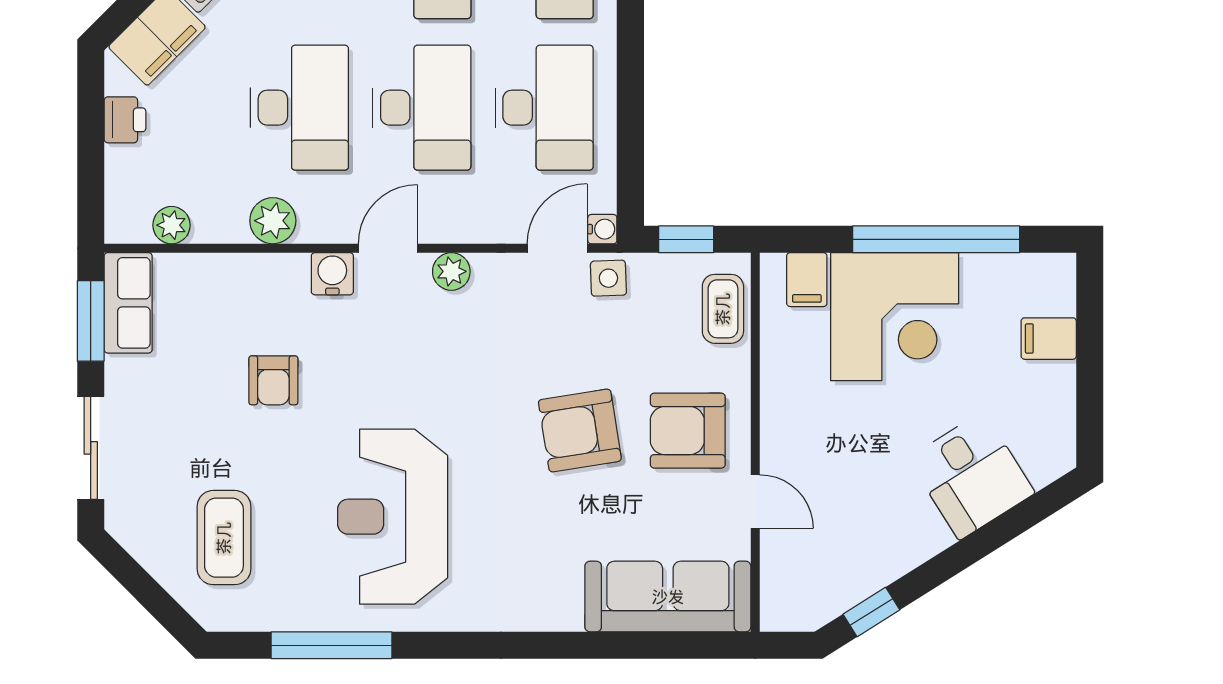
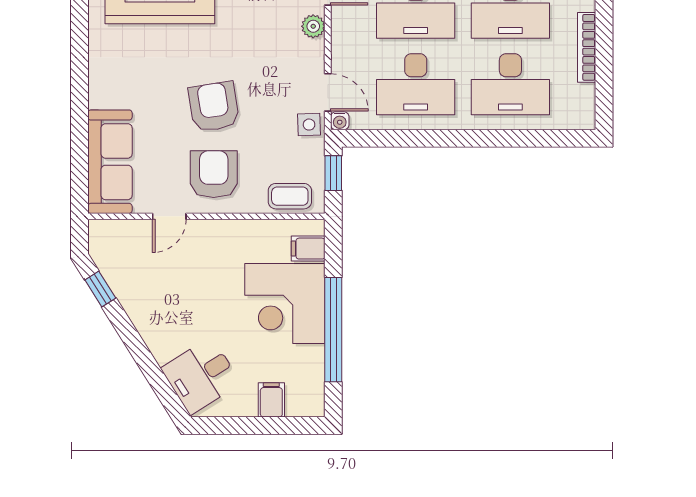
desk: (971, 476) -> (201, 376), moved

